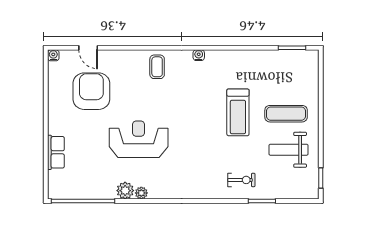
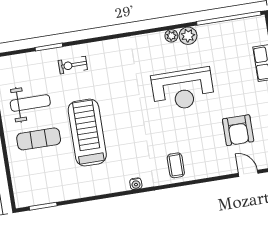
armchair: (91, 91) -> (238, 130), width x0.73, depth x0.73
treadmill: (238, 112) -> (87, 133), width x1.37, depth x1.38

